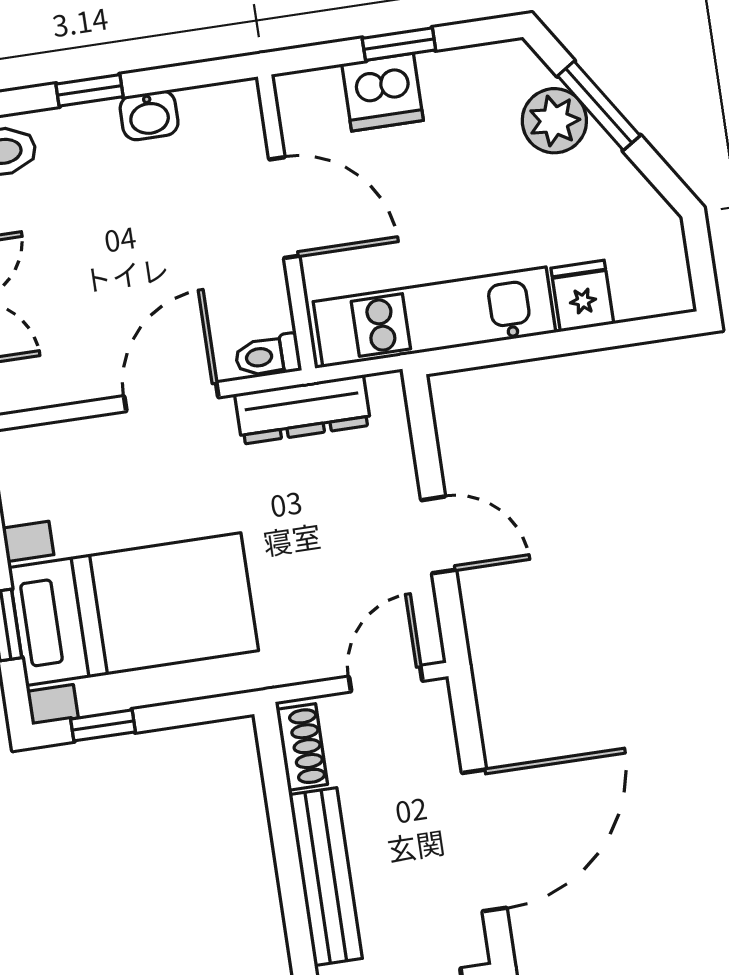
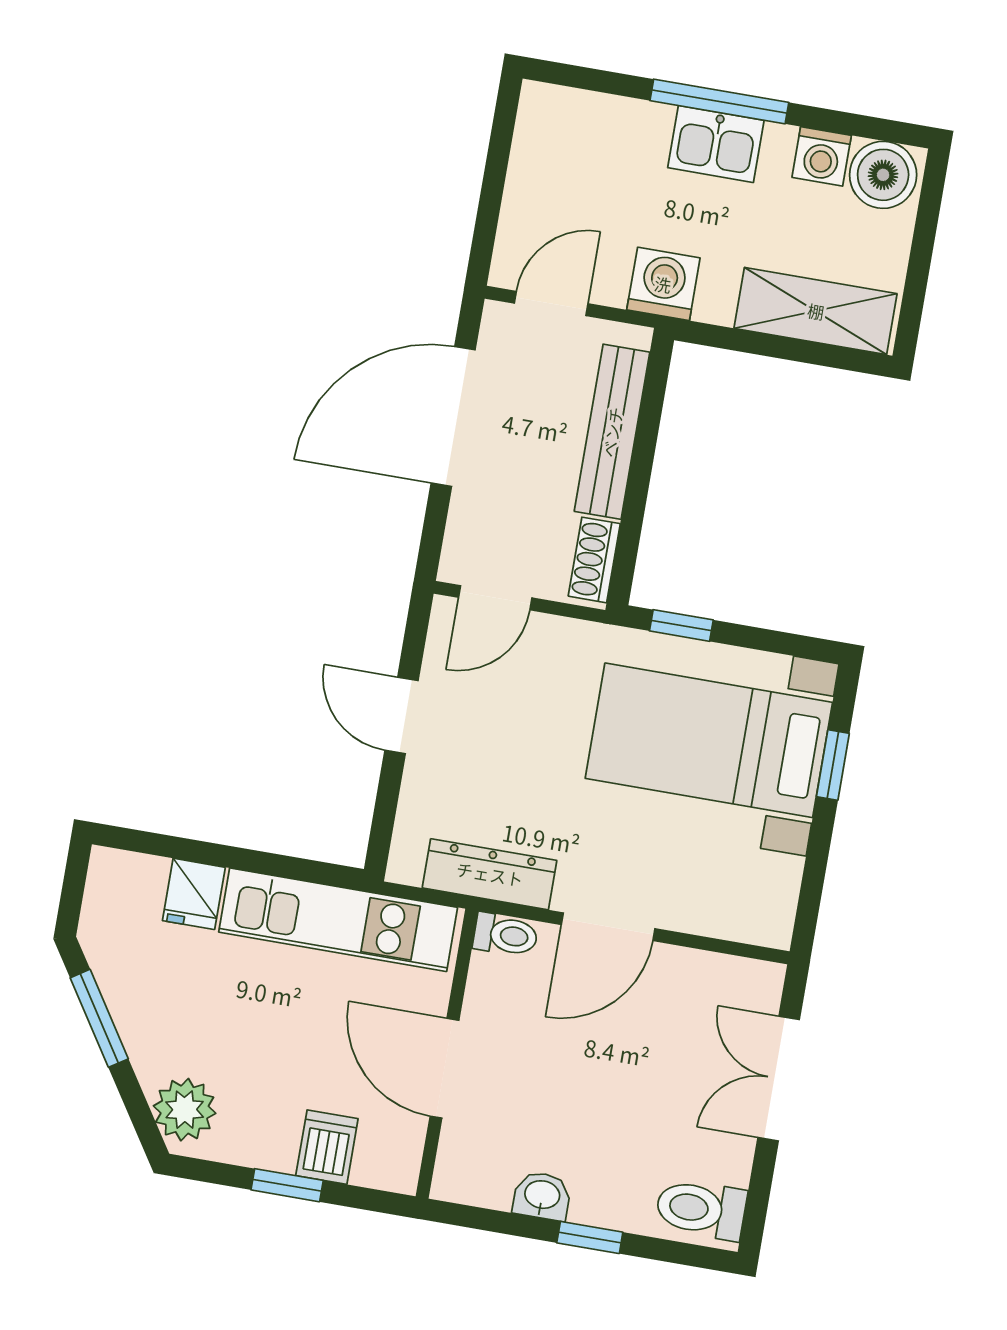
dishwasher: (382, 92) -> (327, 1147), width x0.73
window: (599, 106) -> (99, 1018), moved
plant: (554, 121) -> (185, 1110), moved
window: (103, 725) -> (681, 625), moved

